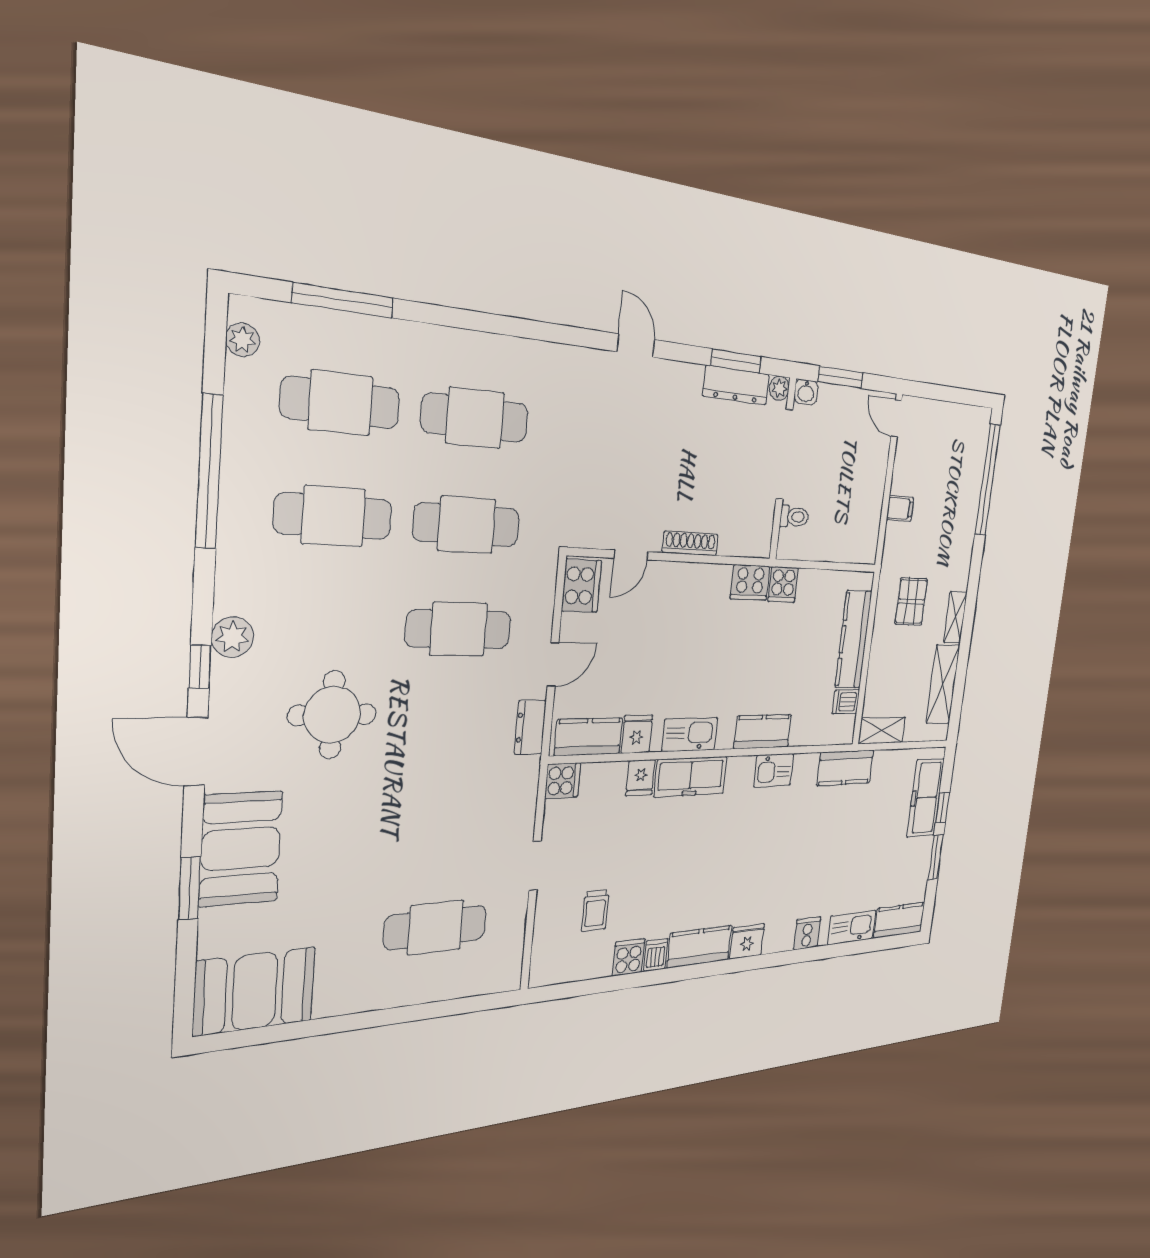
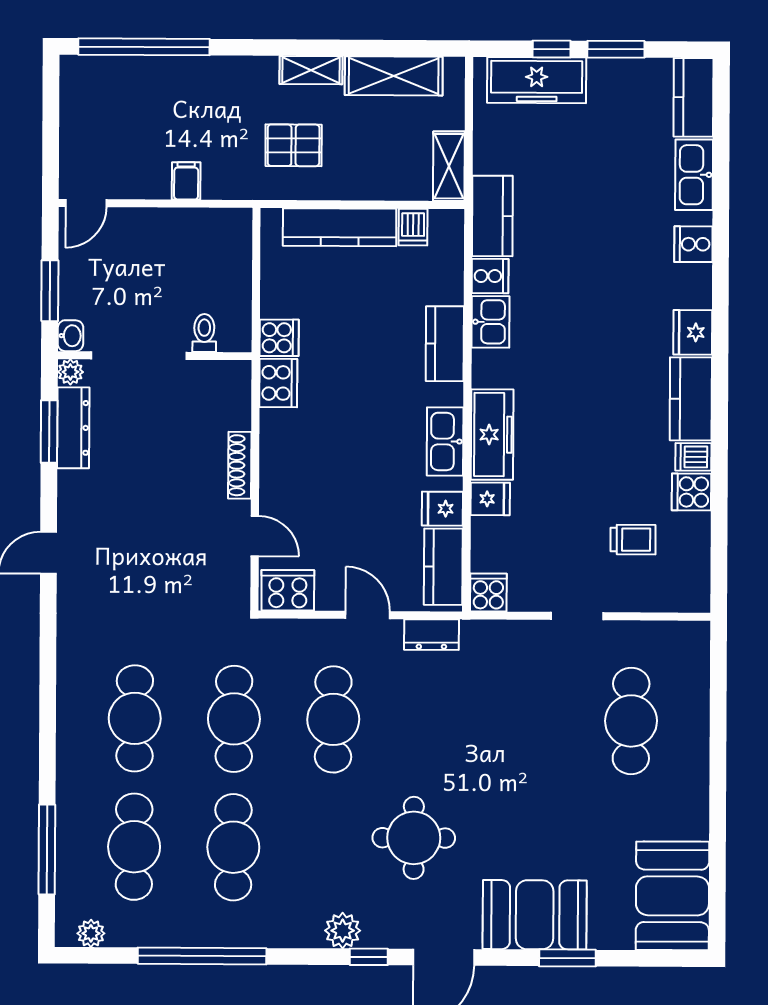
cooker: (805, 768) -> (490, 276), added

